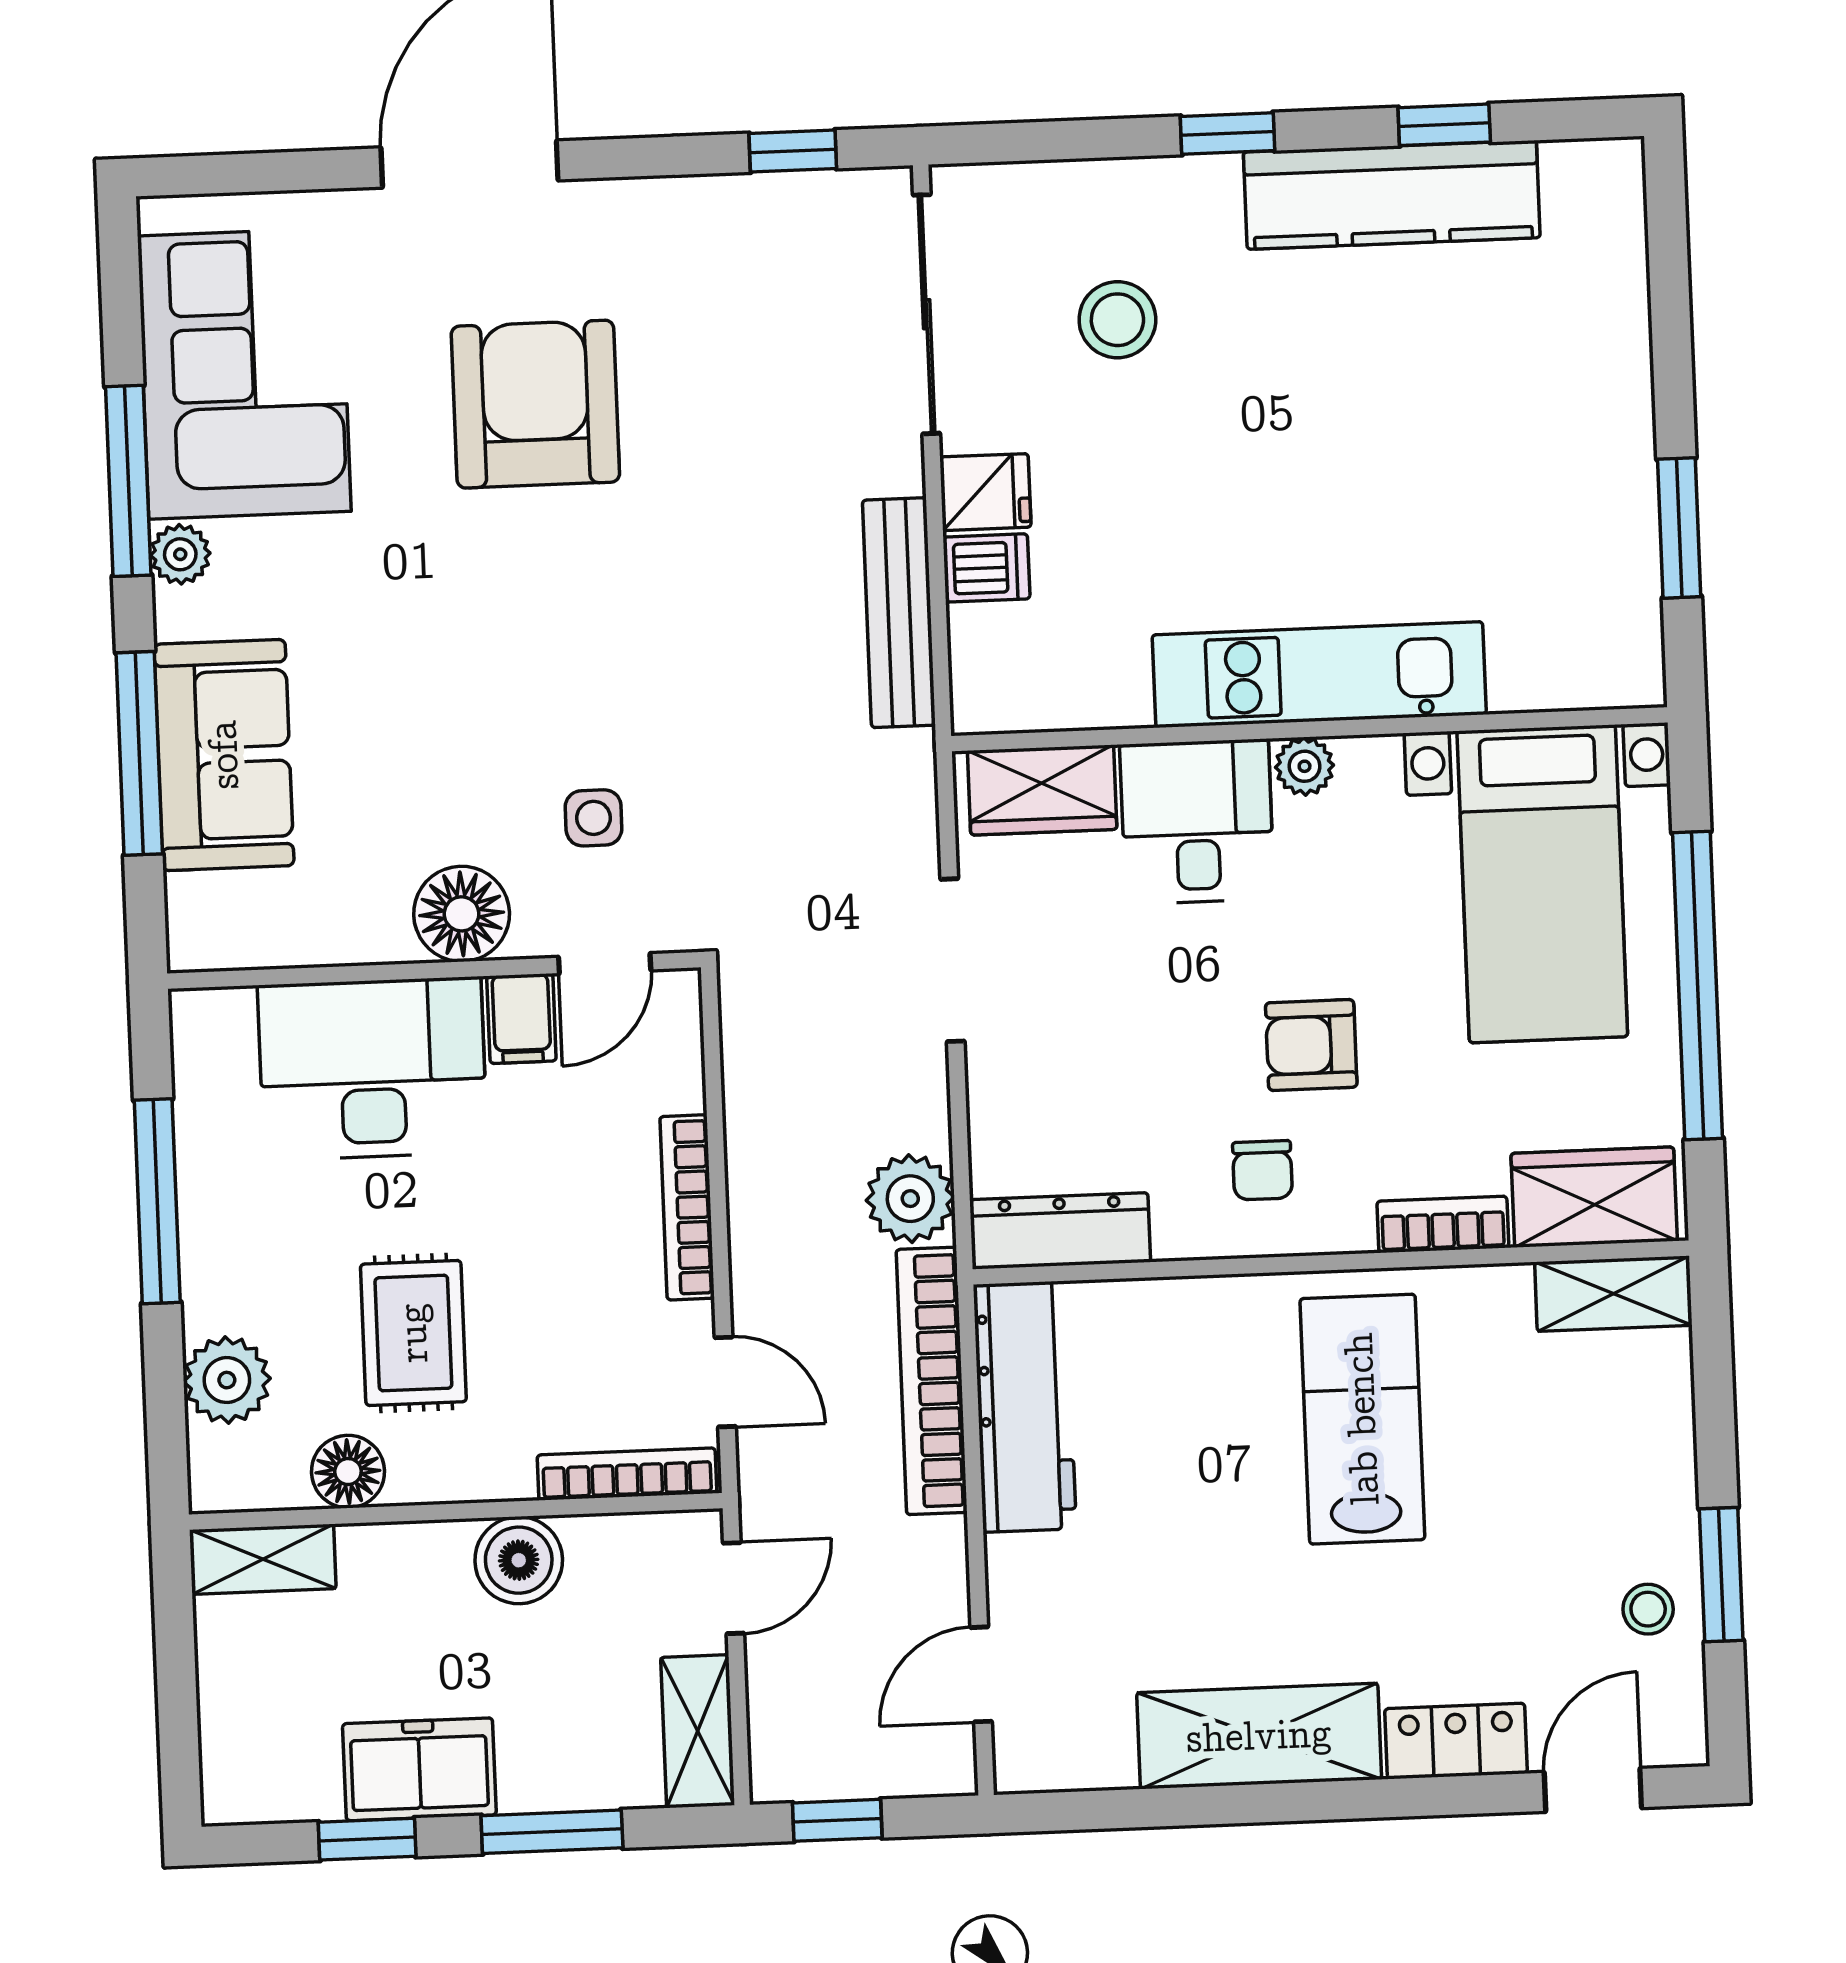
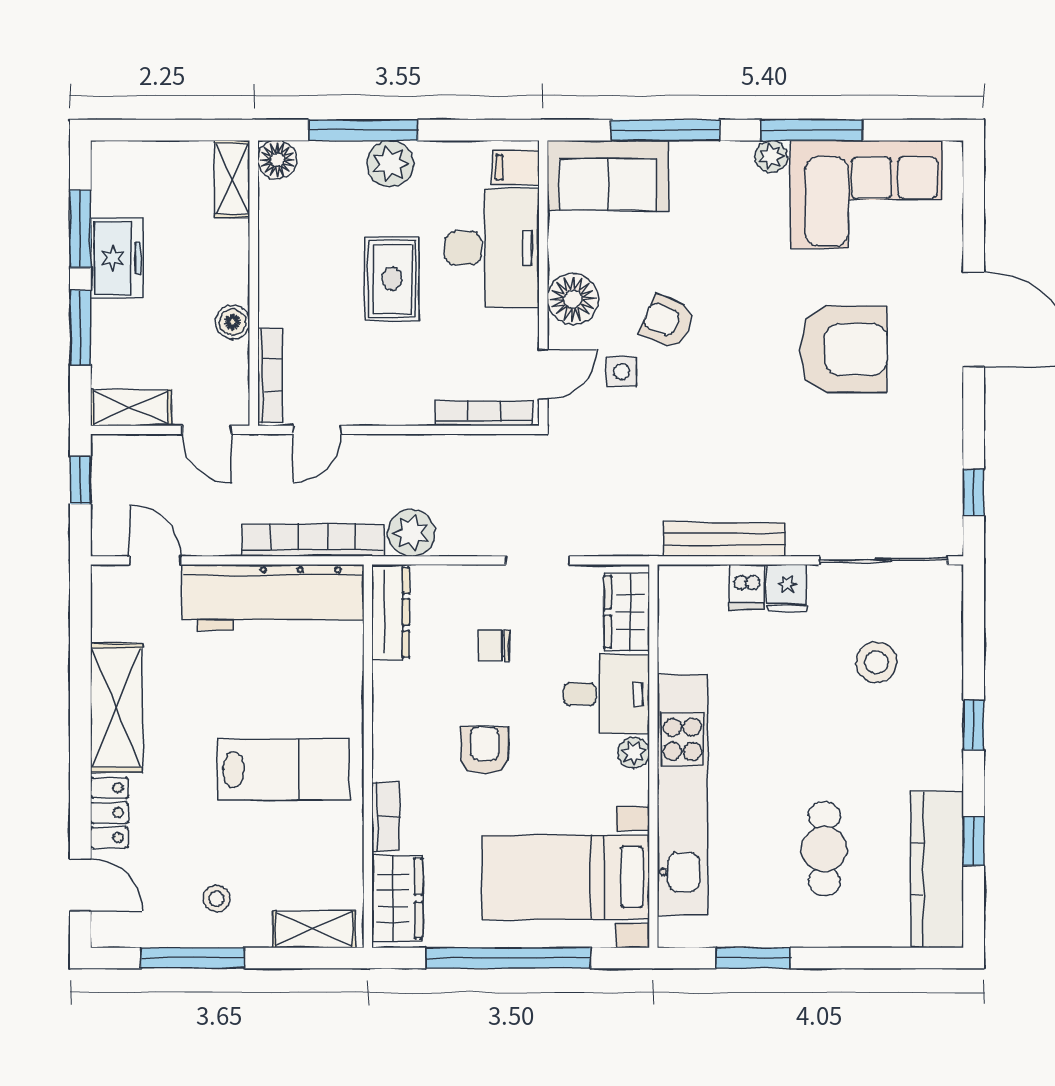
kitchen counter: (1392, 195) -> (937, 869), moved
cafe table: (1469, 403) -> (824, 849), added
kitchen unit: (1319, 675) -> (682, 795), width x1.36
armchair: (497, 736) -> (667, 322), added
sofa: (224, 755) -> (608, 175), moved
doorway: (952, 960) -> (538, 560), width x0.73
door: (605, 964) -> (543, 374), swing flipped
filing cabinet: (521, 1018) -> (516, 167), moved
chair: (1262, 1170) -> (494, 646), moved
window: (157, 1201) -> (363, 130), moved
bookcase: (687, 1207) -> (484, 413), moved
shelving: (1613, 1294) -> (314, 929), moved, turned 90
rug: (413, 1333) -> (392, 279), moved, turned 90
plant: (227, 1380) -> (390, 164), moved
workbench: (1025, 1407) -> (273, 597), width x1.36, depth x1.32
floor lamp: (348, 1472) -> (277, 160), moved
boiler: (519, 1560) -> (232, 322), width x0.73, depth x0.73
window: (1721, 1575) -> (193, 958), width x1.44
stool: (1648, 1609) -> (216, 899), moved
window: (367, 1839) -> (80, 229), width x1.50

